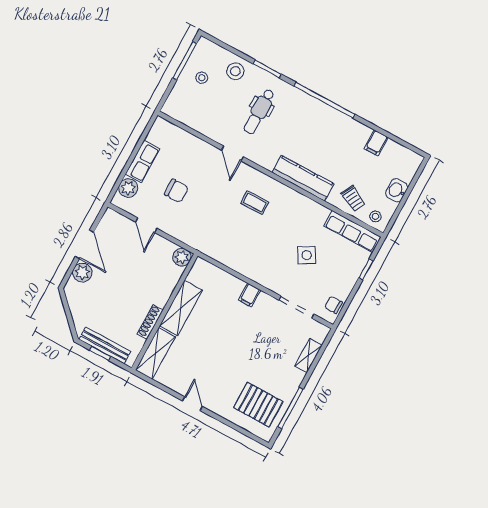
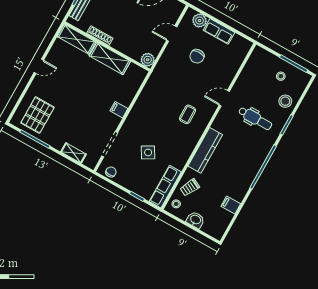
dental chair: (259, 112) -> (255, 118), turned 180

